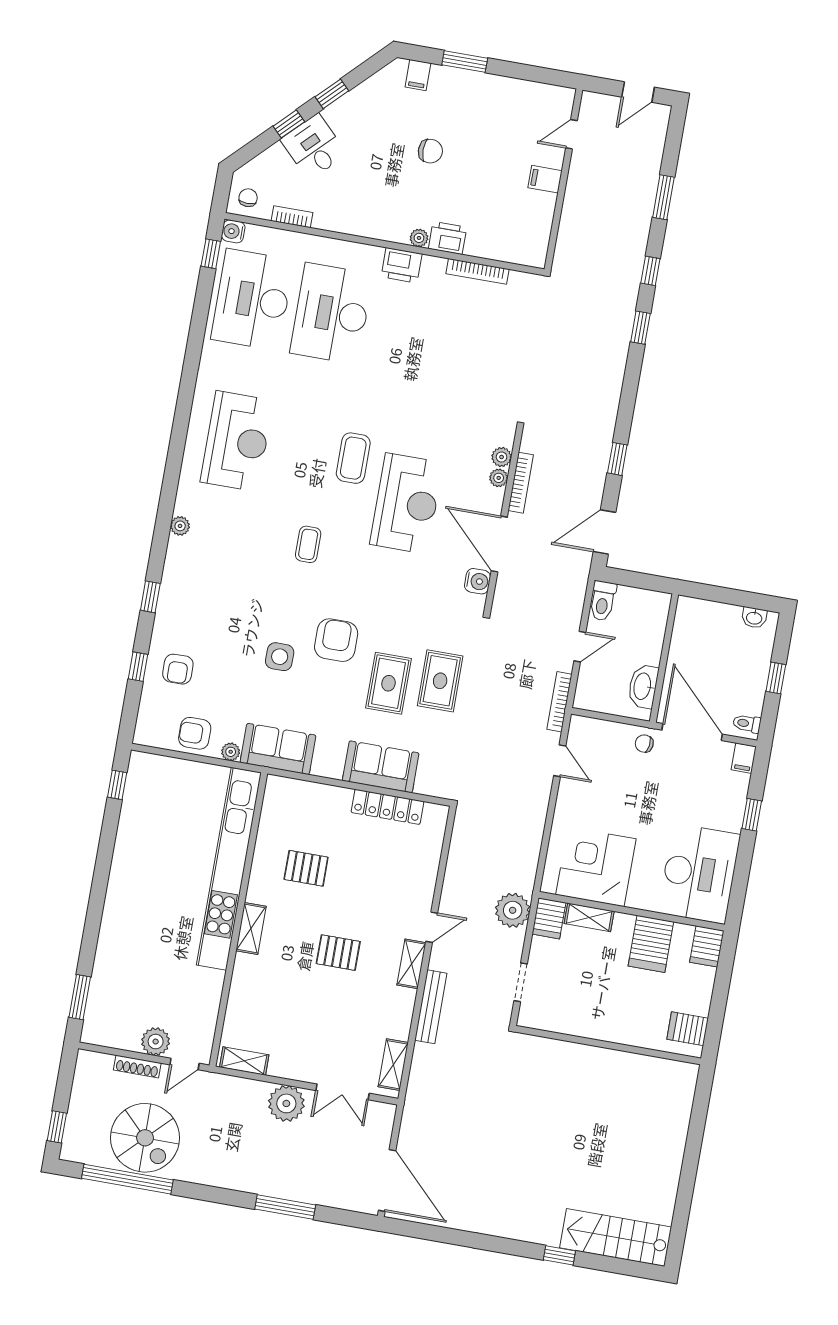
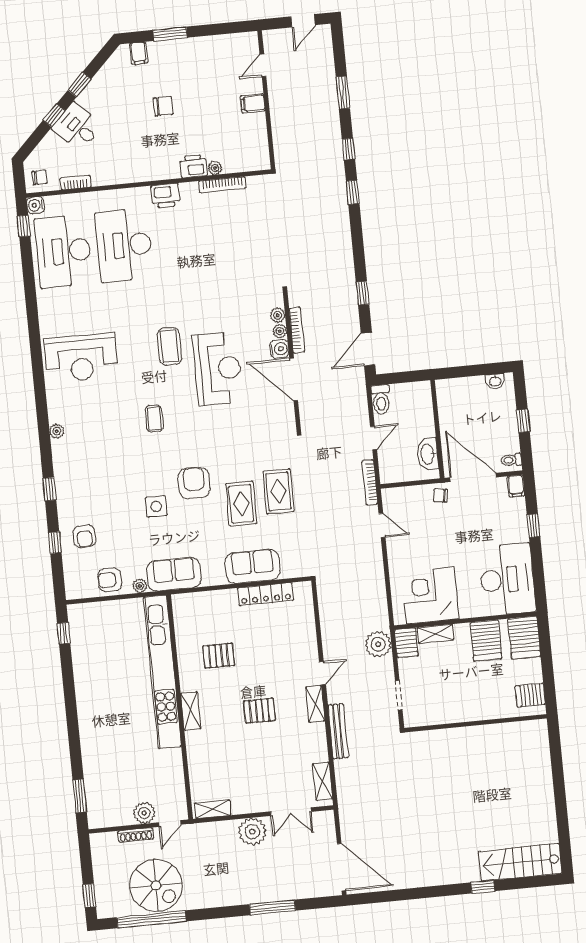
chair: (248, 198) -> (40, 178), turned 90
plant: (419, 238) -> (215, 168), moved
reception desk: (237, 441) -> (81, 358), turned 90
water cooler: (477, 581) -> (279, 349), moved
server rack: (707, 946) -> (524, 638), width x1.36, depth x1.44

